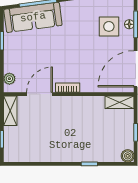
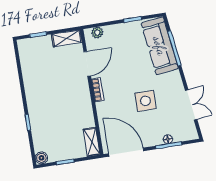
side table: (109, 26) -> (145, 101), moved
door: (39, 94) -> (87, 64), hinge flipped

